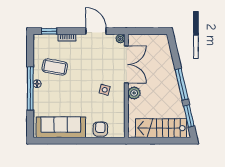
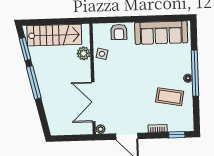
side table: (105, 90) -> (102, 54), moved
plant: (134, 93) -> (84, 53), moved

